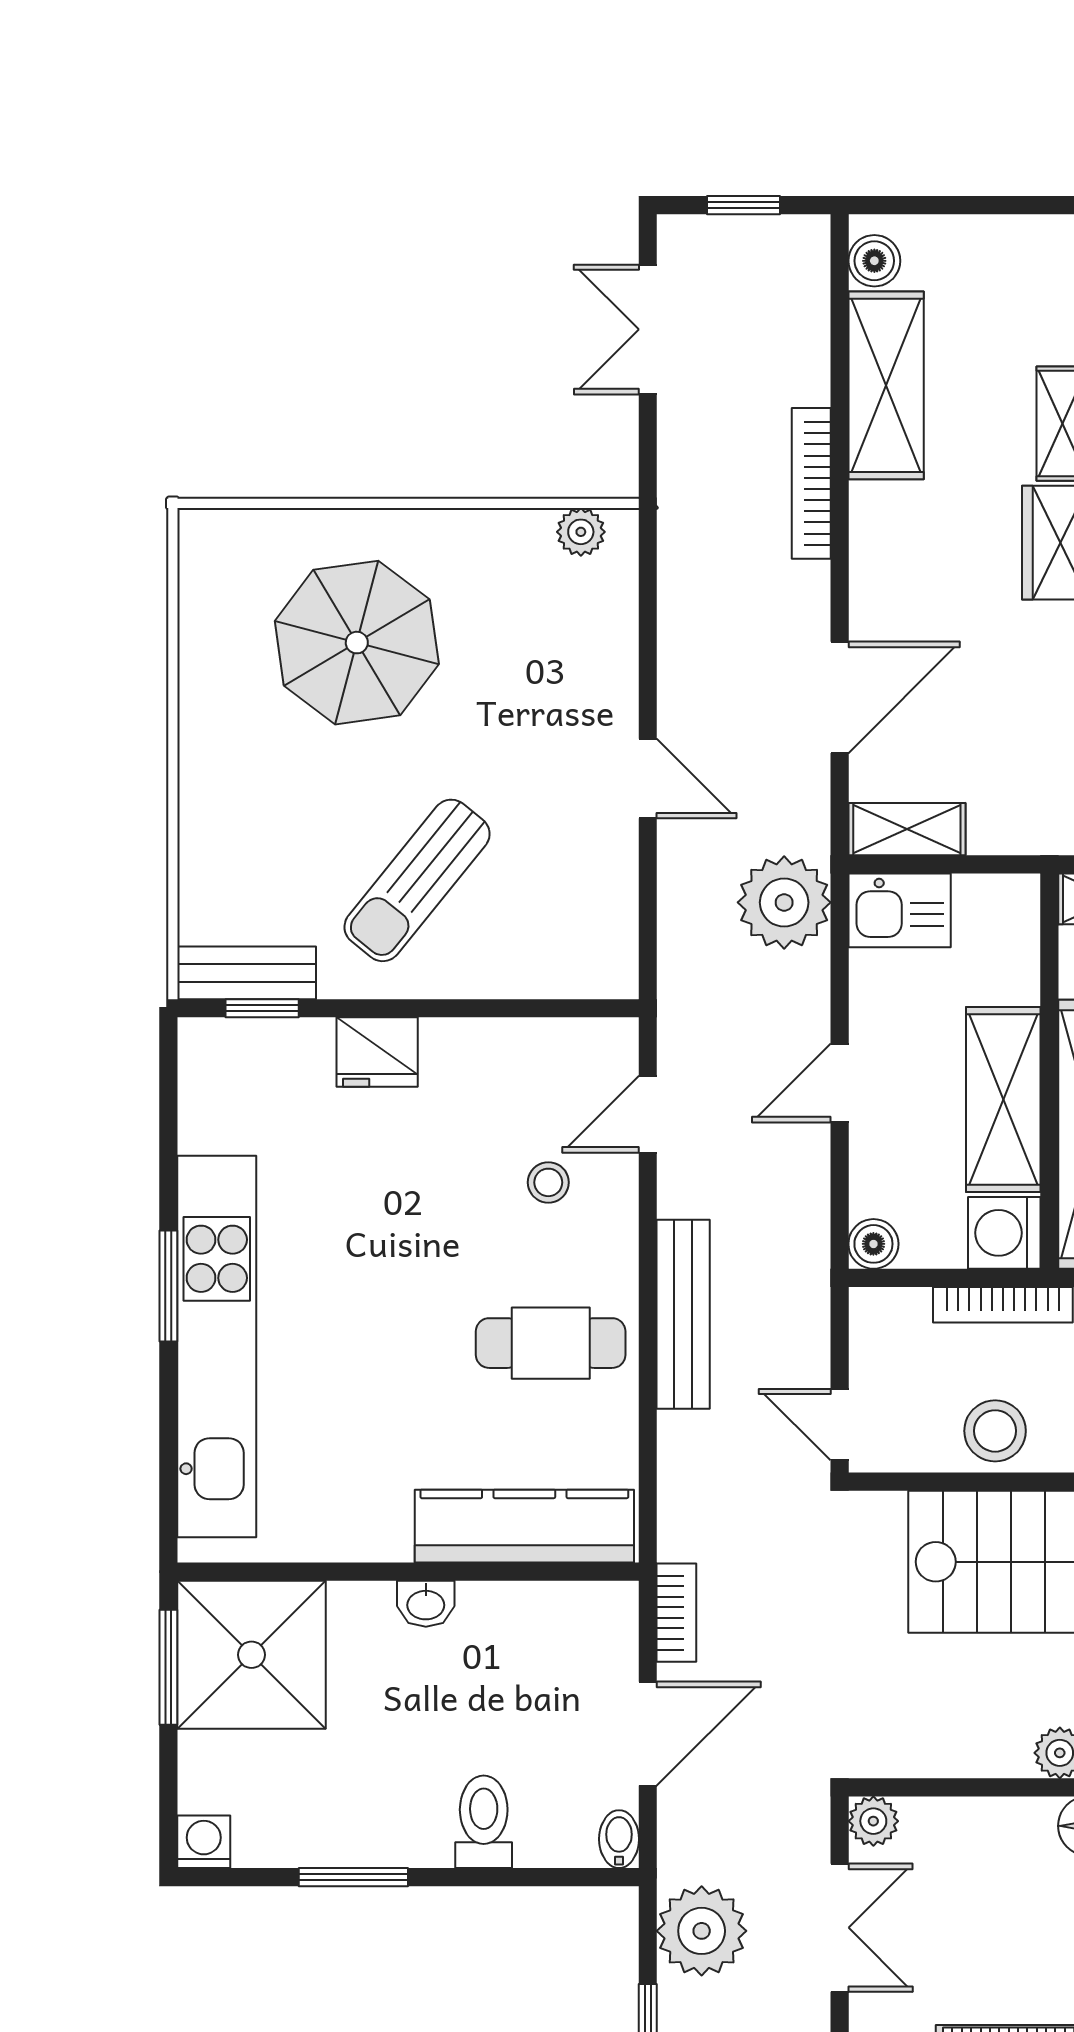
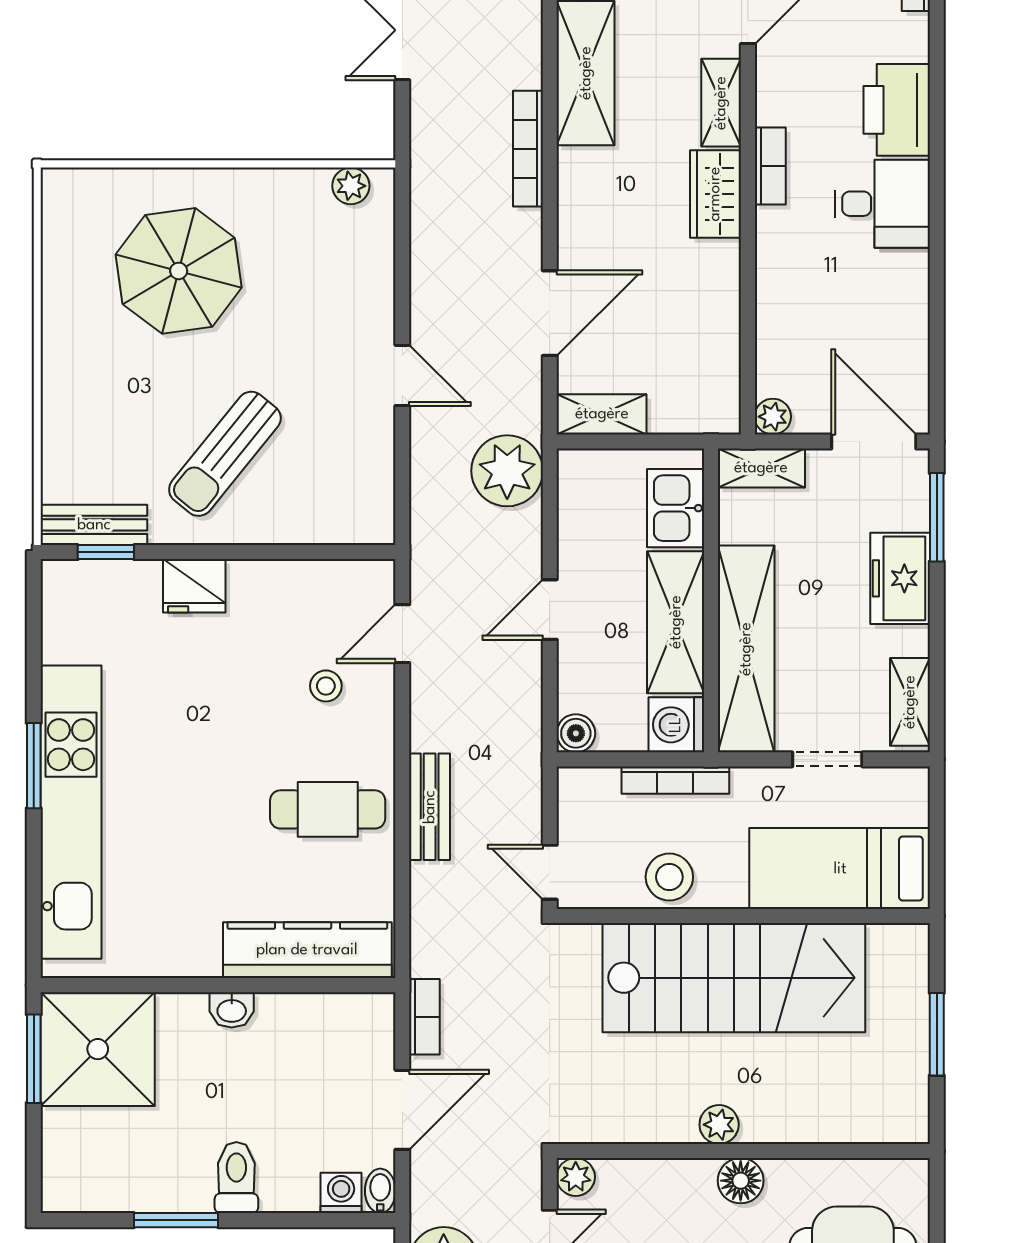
kitchen sink: (900, 910) -> (676, 508), moved, turned 90
bench: (683, 1314) -> (430, 807), width x0.73
toilet: (484, 1822) -> (236, 1178), moved
washing machine: (204, 1842) -> (341, 1193), moved

